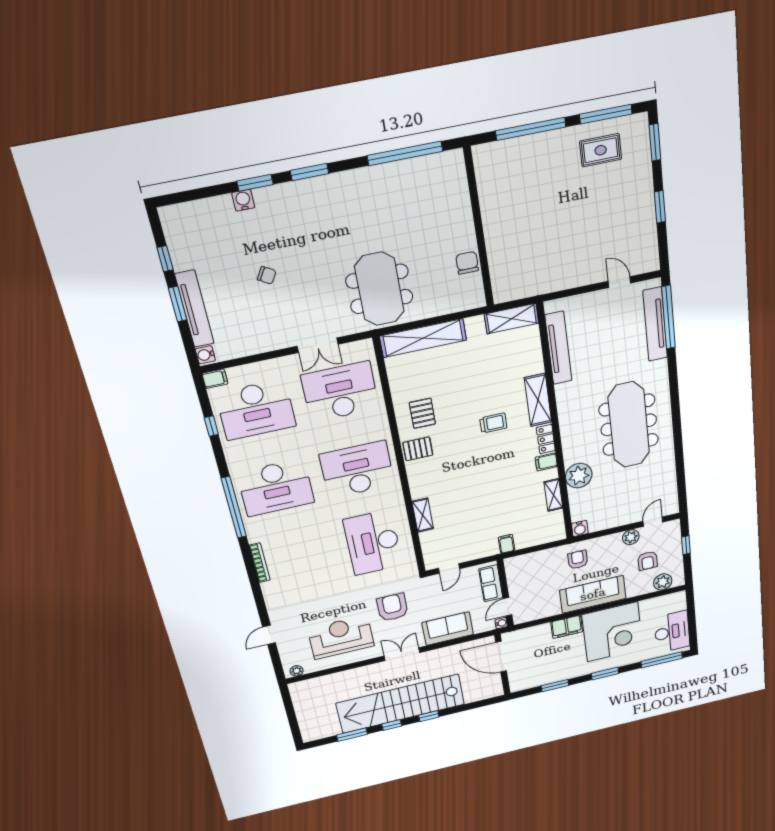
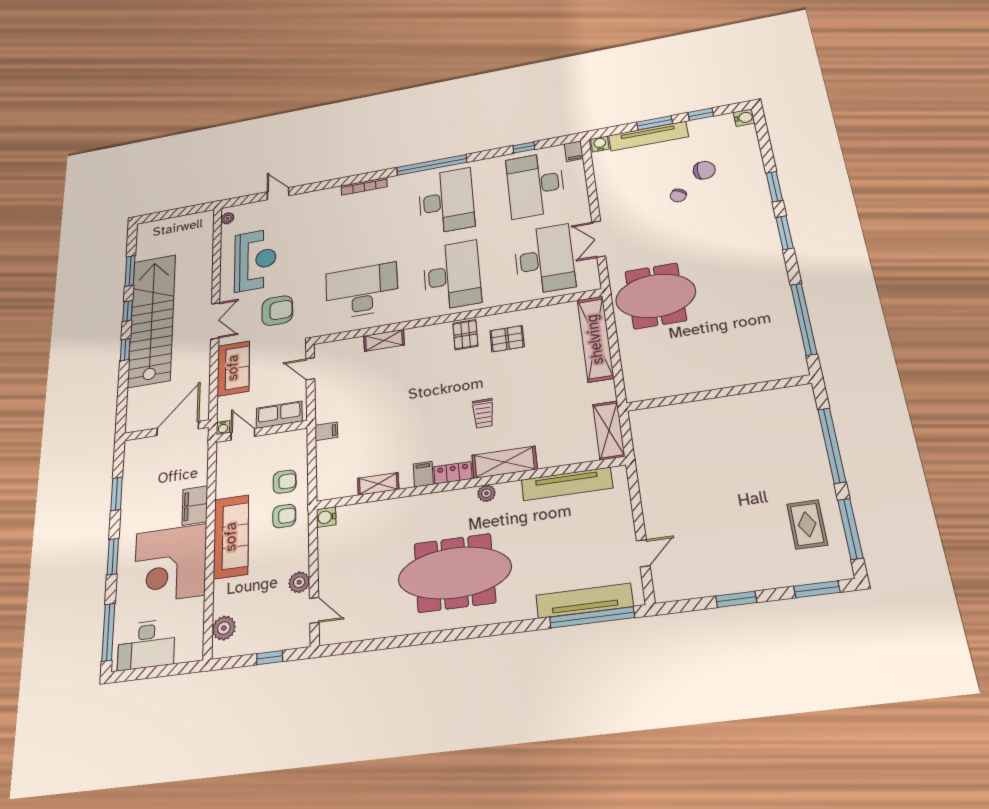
water cooler: (243, 200) -> (744, 118), moved
chair: (467, 263) -> (704, 170), moved
plant: (579, 476) -> (486, 493), moved, width x0.53, depth x0.53
desk: (276, 488) -> (446, 201), turned 180
armchair: (648, 561) -> (285, 482), moved, turned 180

